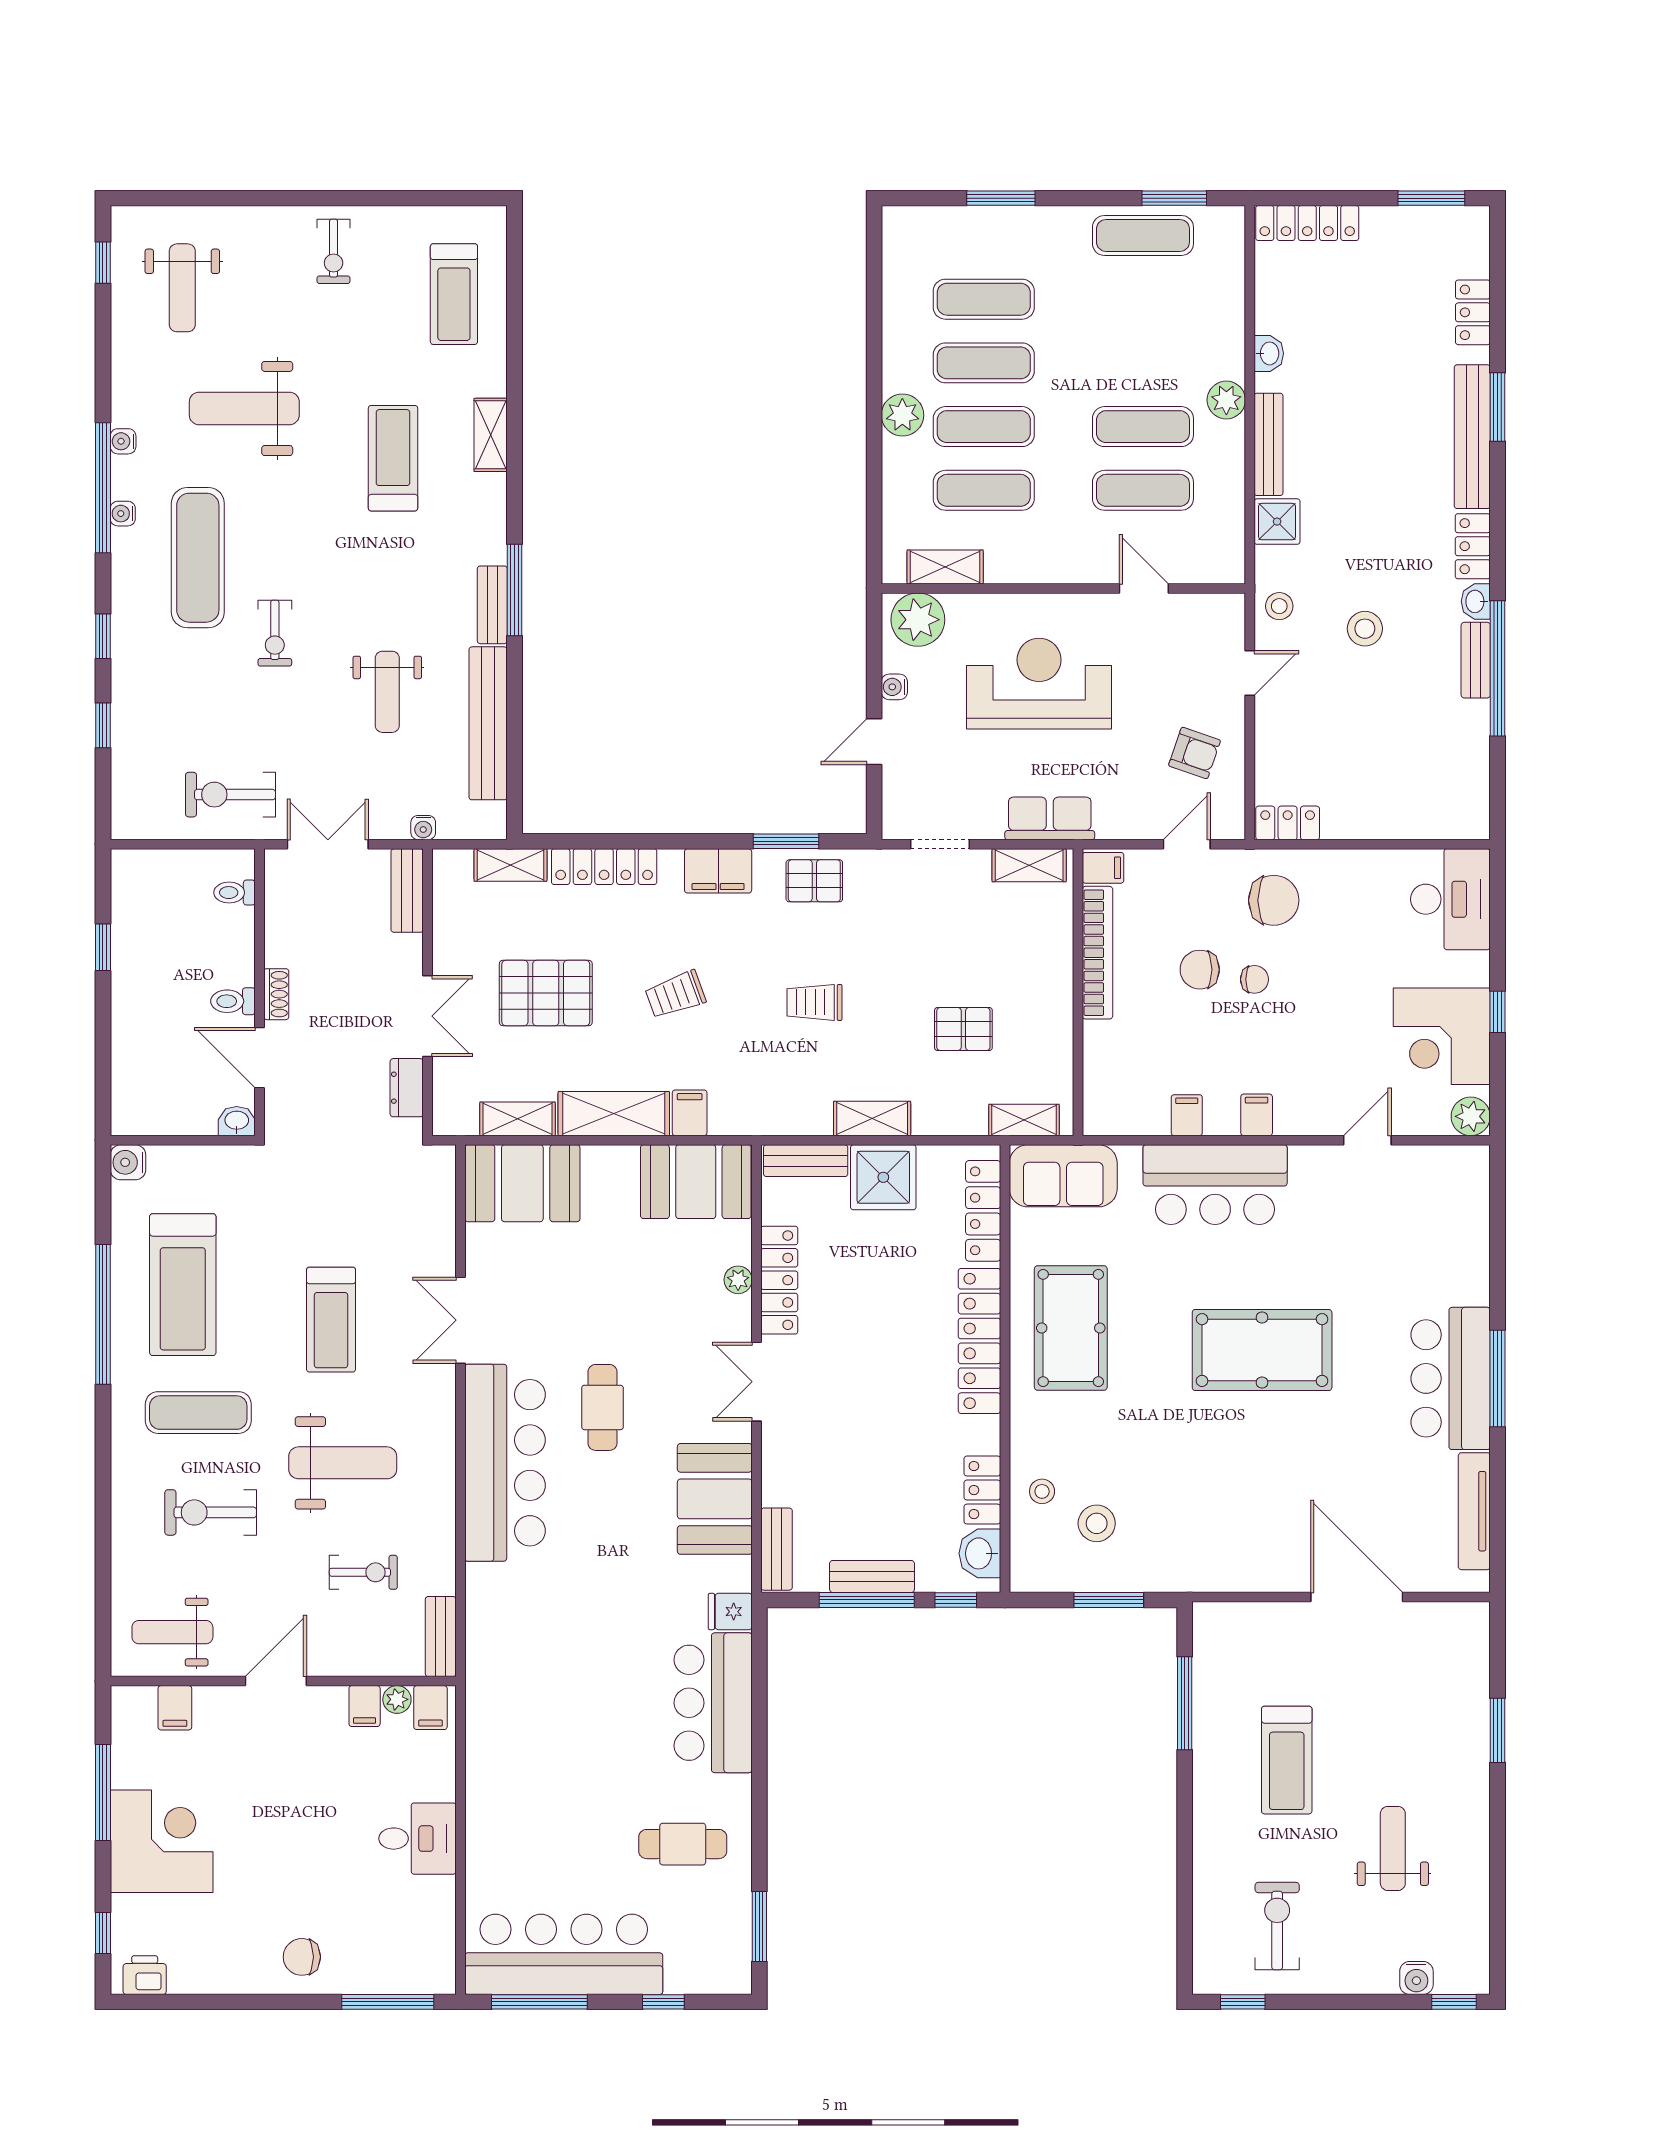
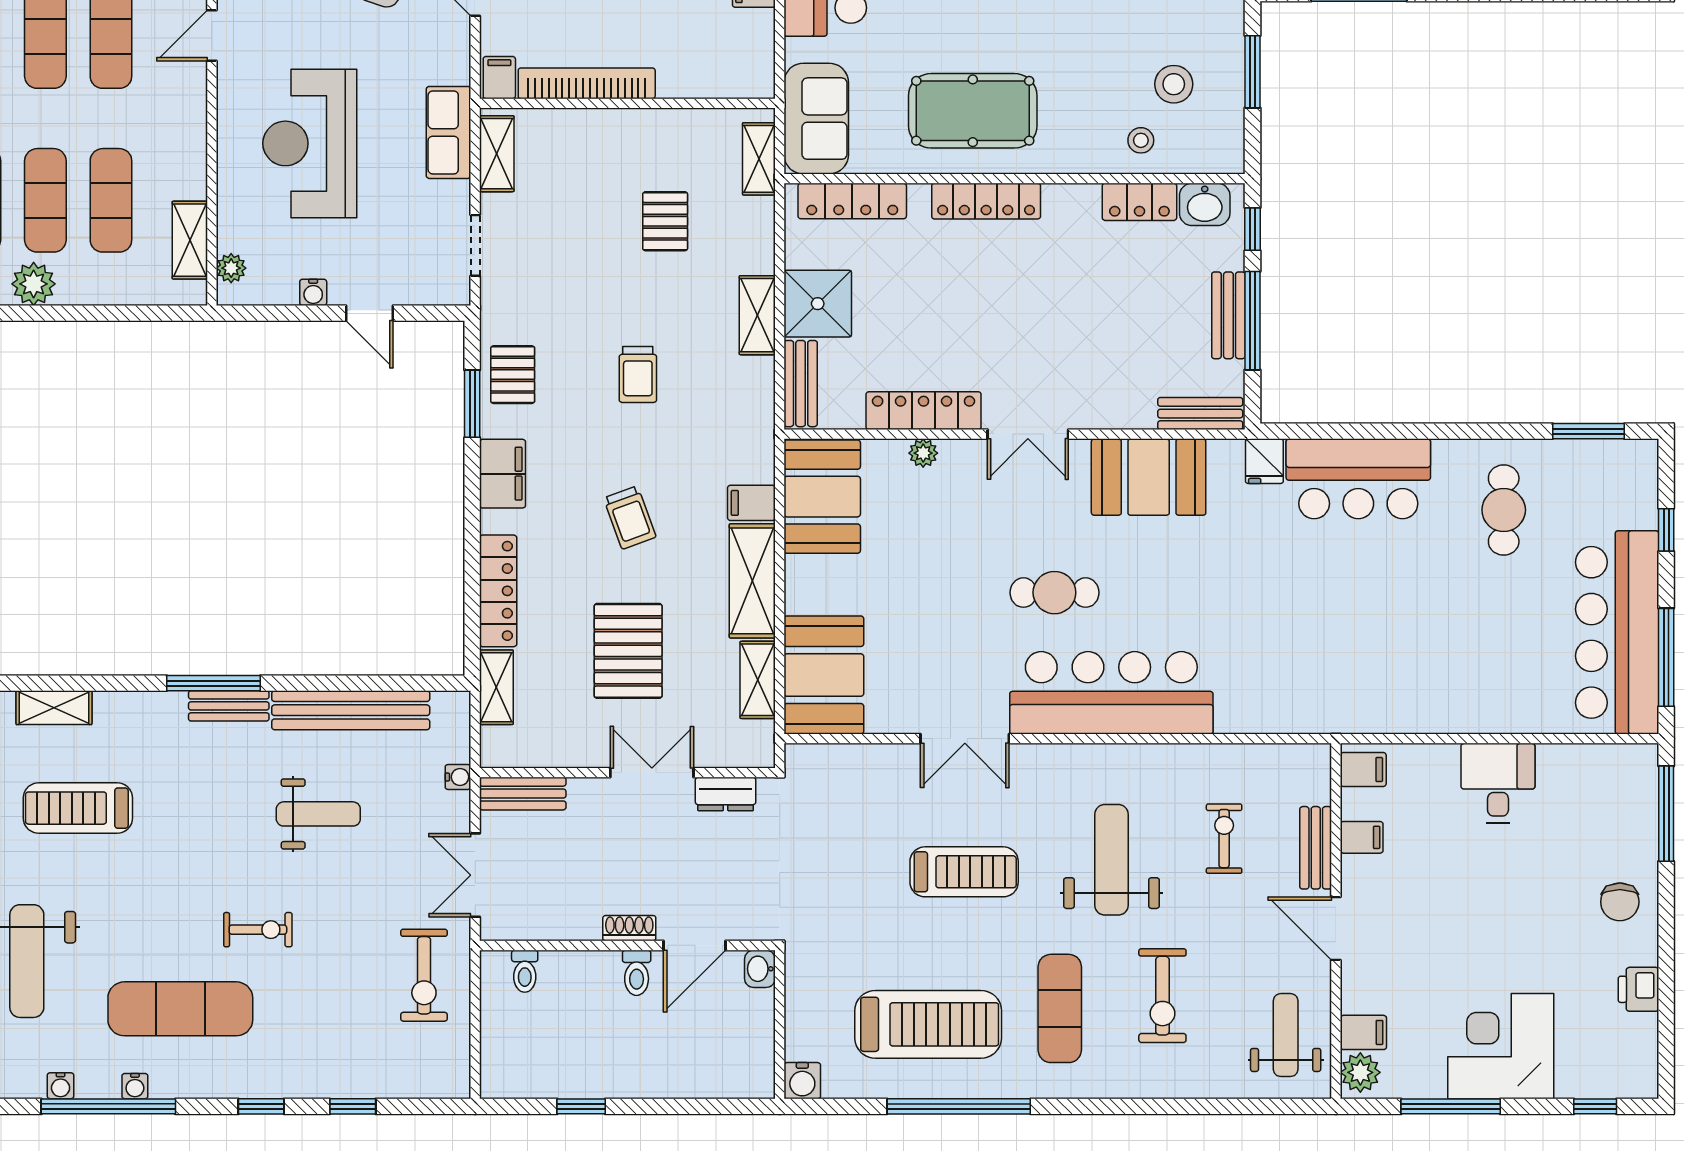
plant: (918, 620) -> (231, 268), width x0.53, depth x0.53
locker: (979, 1341) -> (986, 201), width x0.71, depth x0.83
weight bench: (172, 1632) -> (1286, 1035), turned 180
bench: (441, 1637) -> (1316, 848), moved, turned 90
plant: (397, 1699) -> (1360, 1072), moved, width x1.38, depth x1.38
printer: (145, 1975) -> (1638, 989), moved

